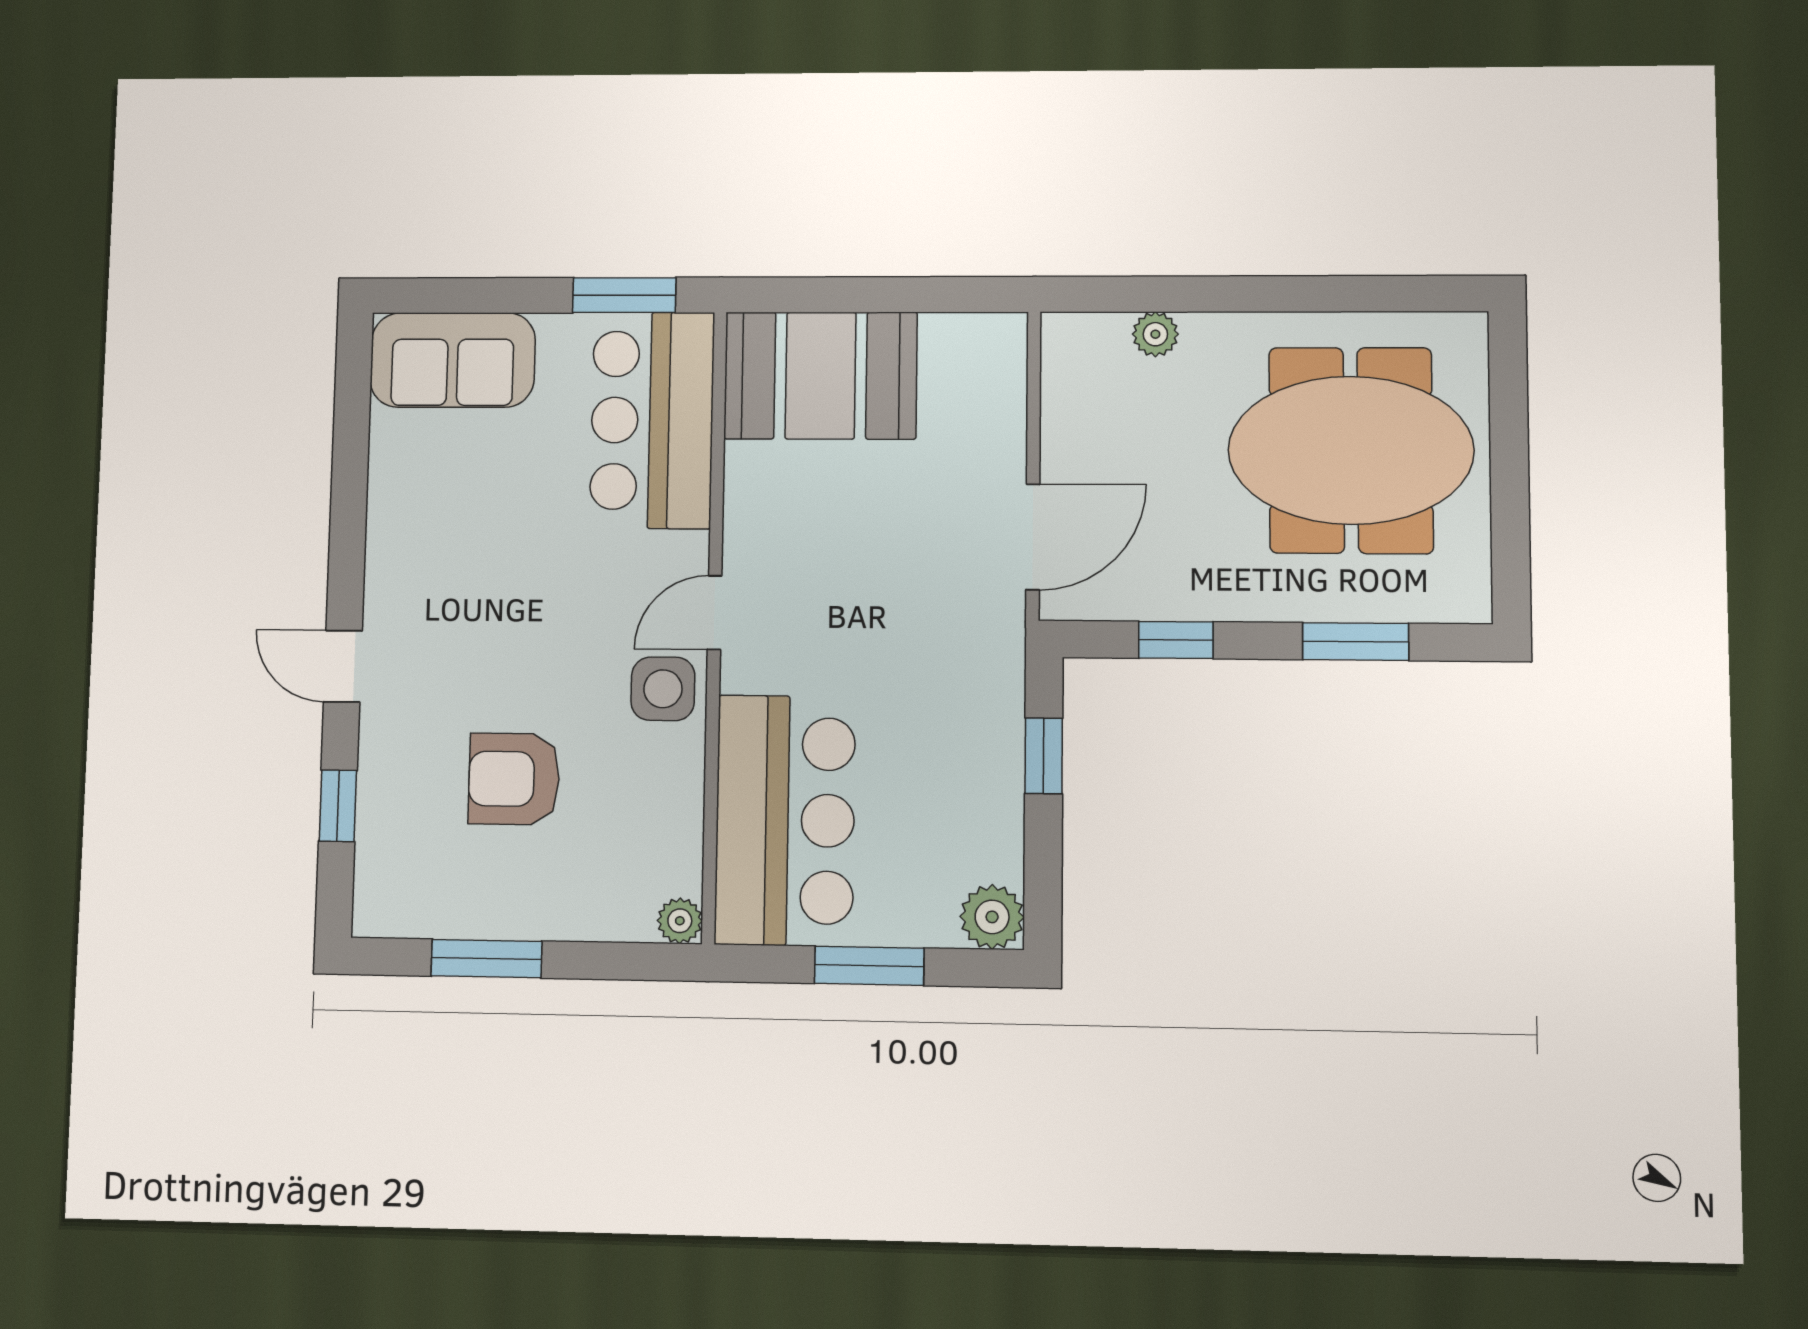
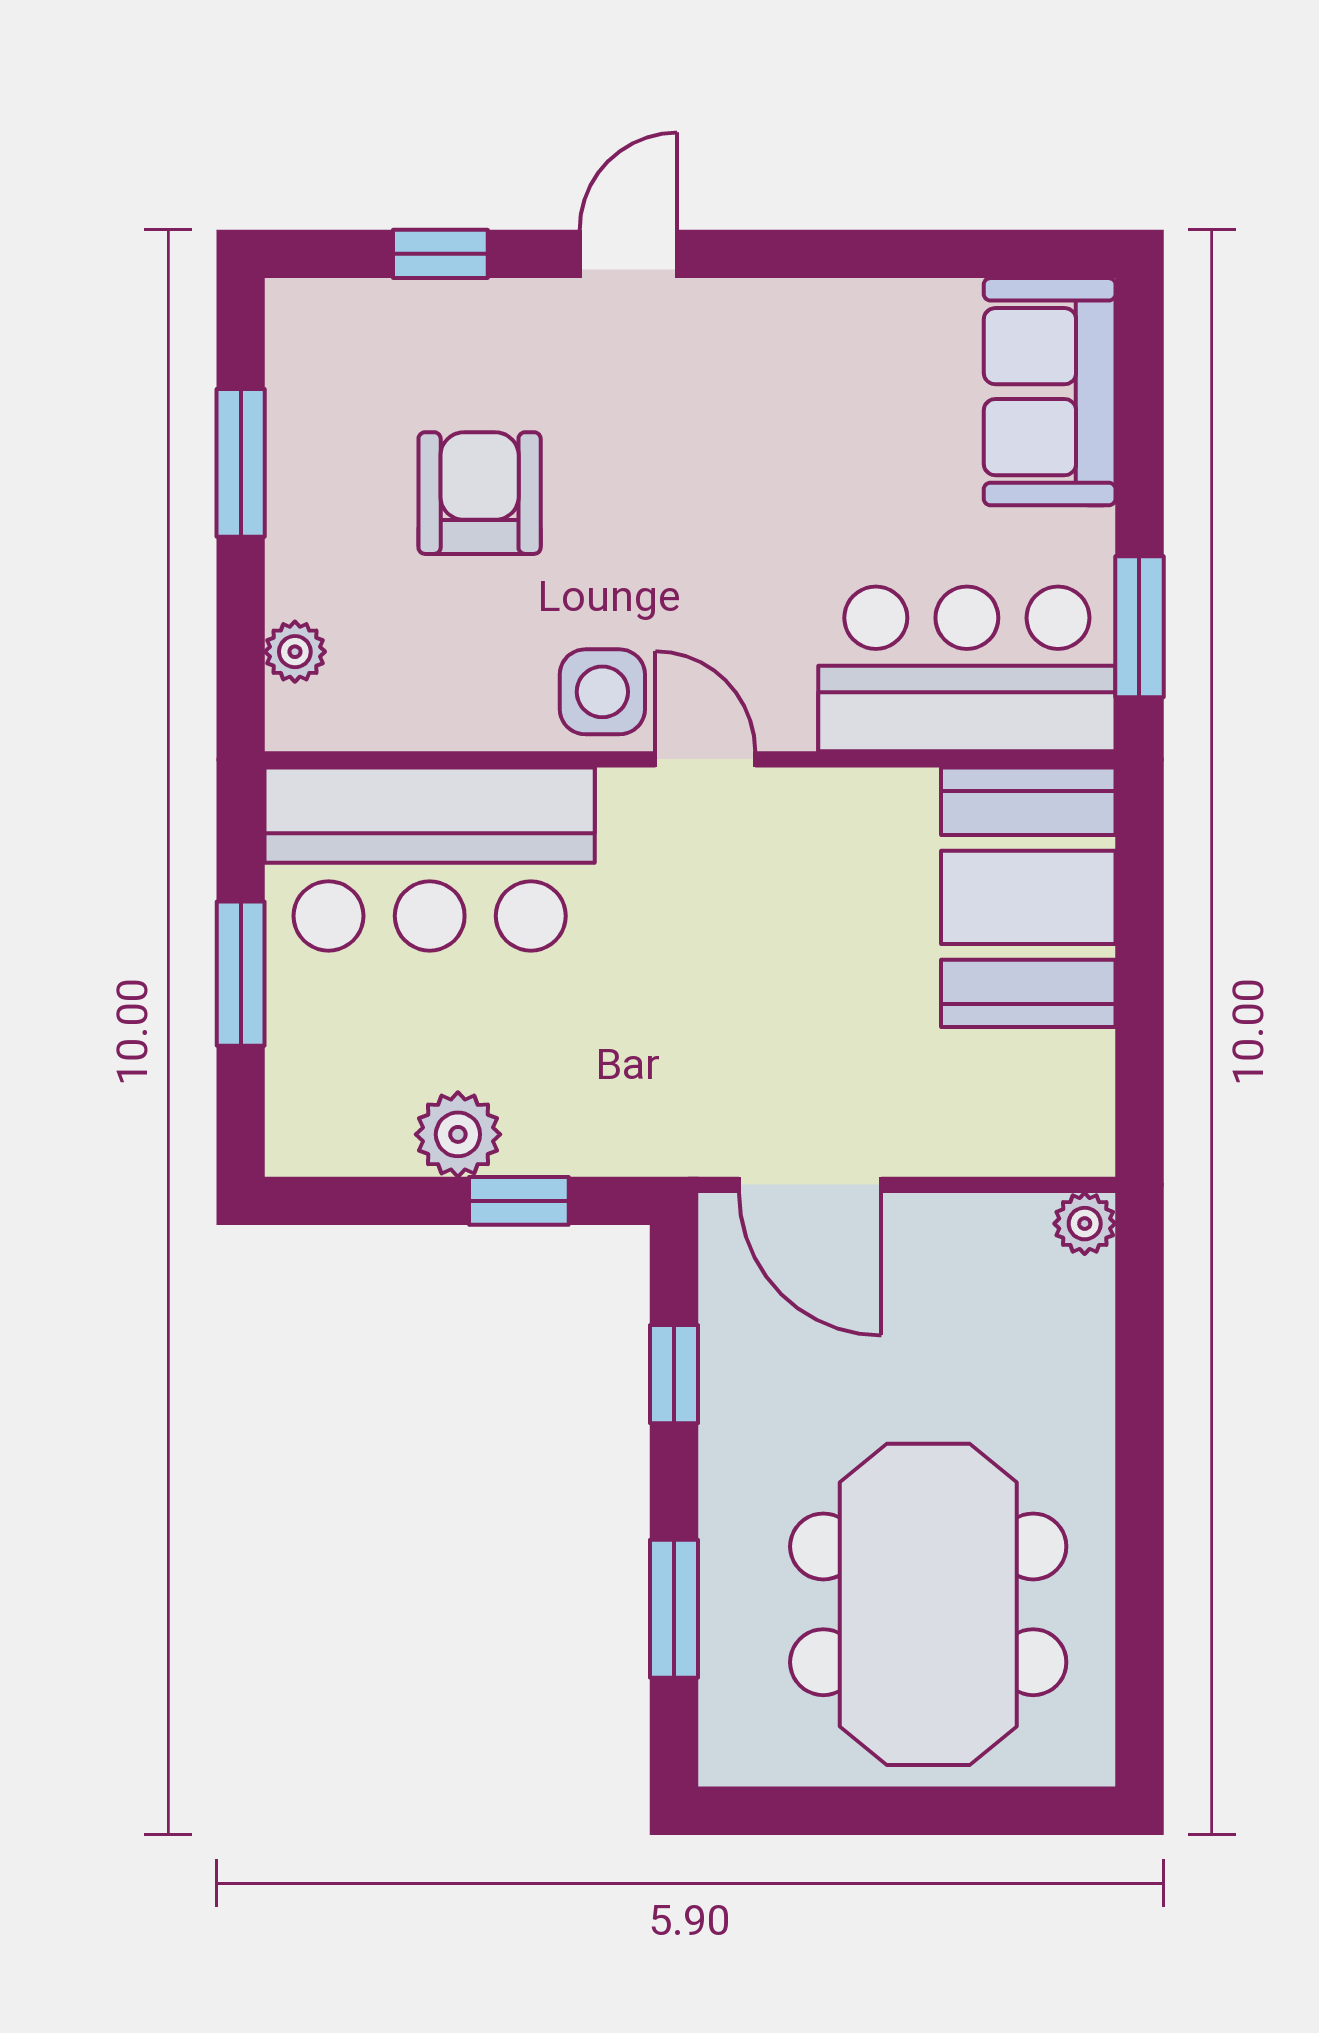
plant: (1155, 334) -> (1085, 1224), moved
plant: (992, 917) -> (458, 1134), moved
plant: (680, 921) -> (295, 652), moved

